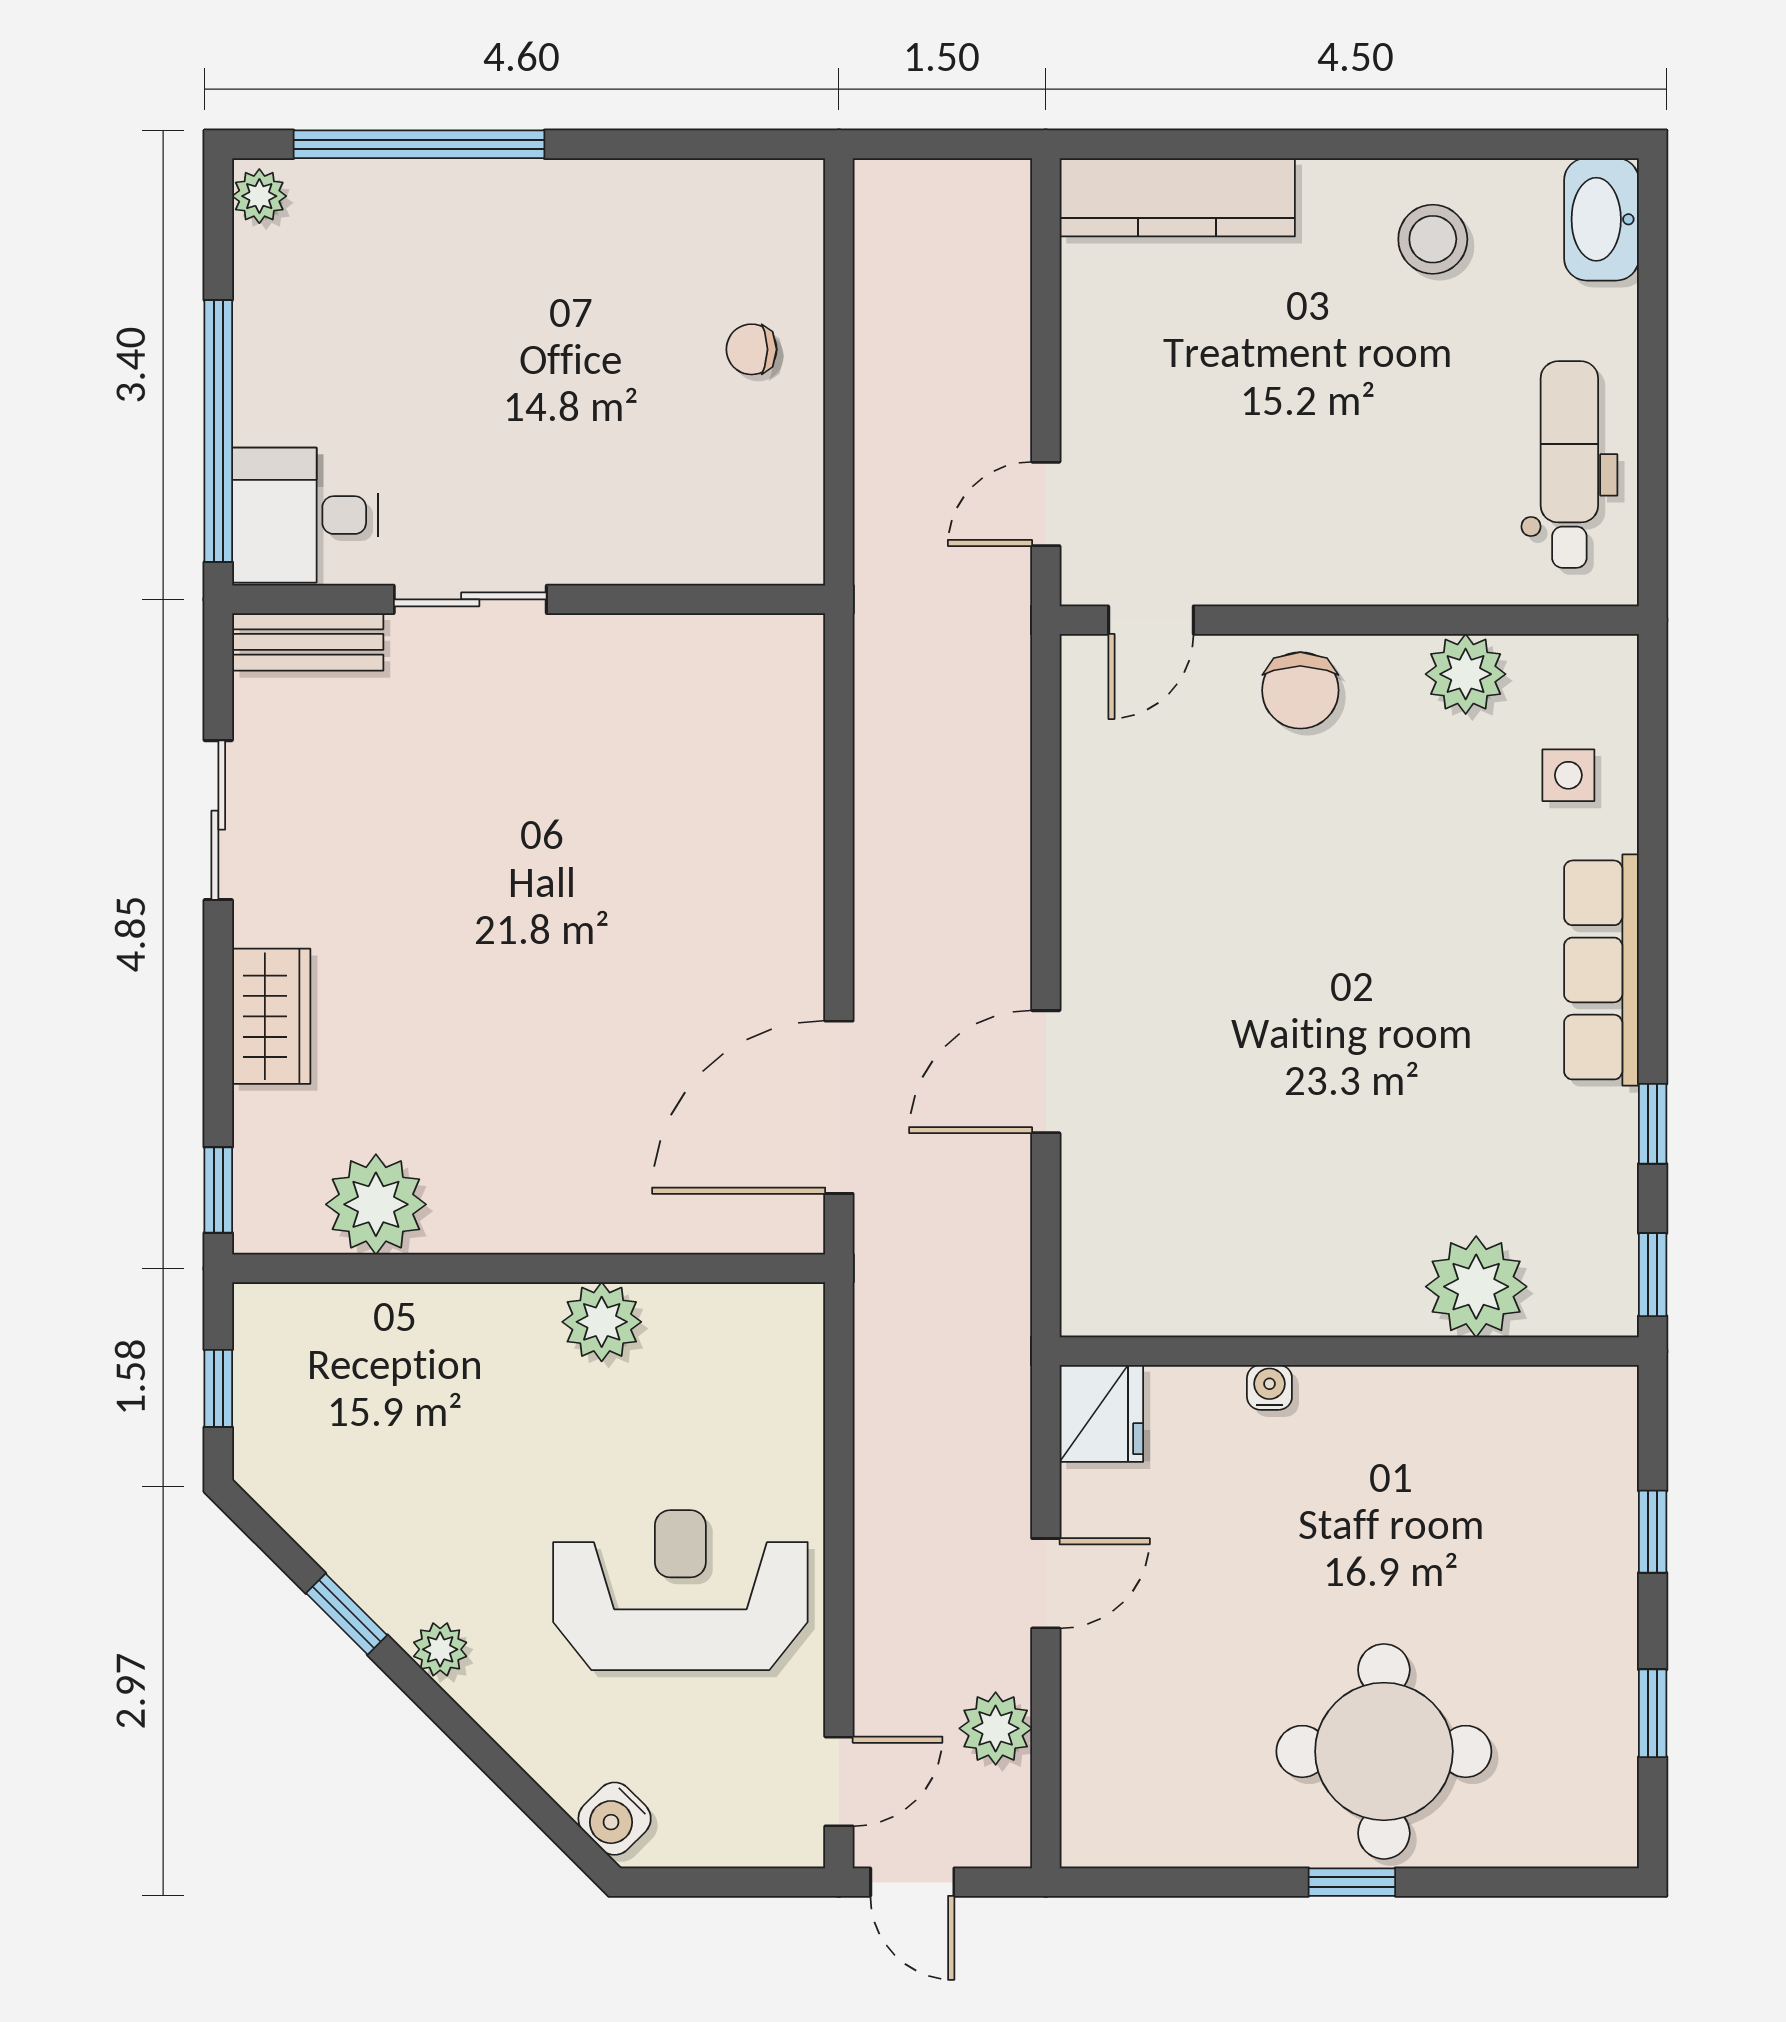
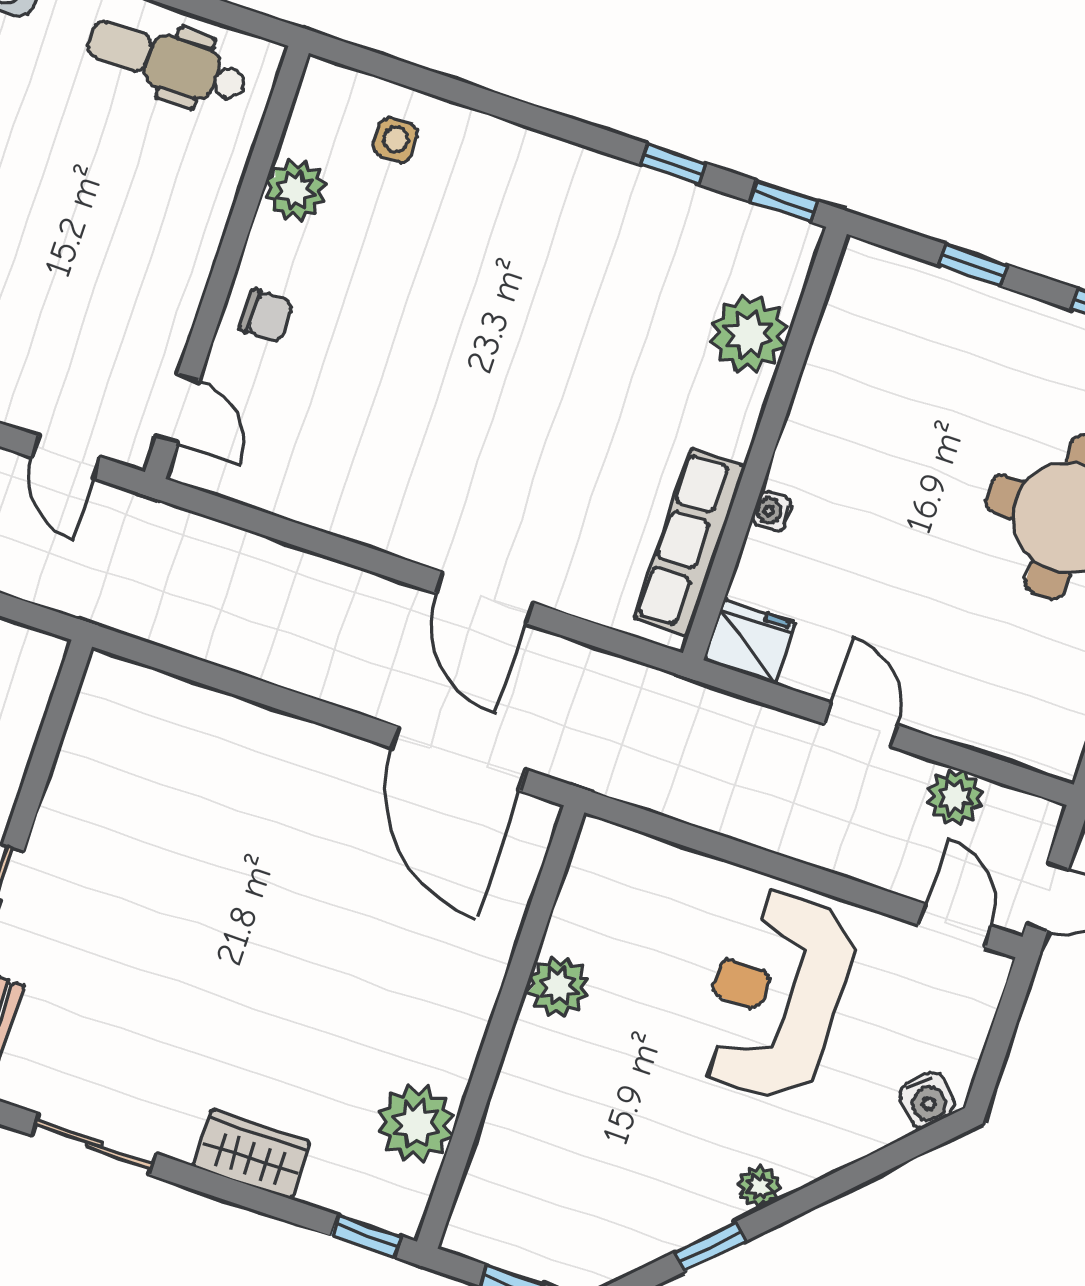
chair: (1300, 690) -> (267, 316), width x0.73, depth x0.73
row of seats: (1601, 970) -> (690, 542), moved, turned 90

